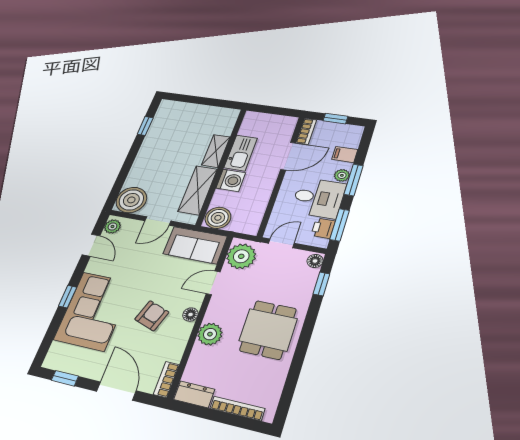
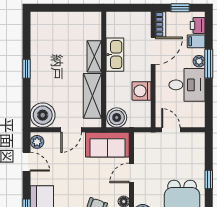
window: (145, 126) -> (27, 69), moved
washing machine: (231, 180) -> (142, 91), moved, turned 180
window: (340, 225) -> (209, 105), removed
printer: (323, 228) -> (198, 25), moved
door: (281, 243) -> (171, 130), hinge flipped
plant: (241, 256) -> (145, 147), removed
floor lamp: (315, 261) -> (199, 139), removed
window: (321, 284) -> (209, 179), moved

